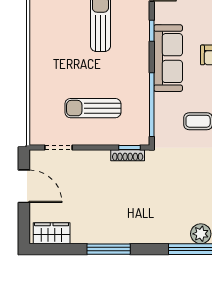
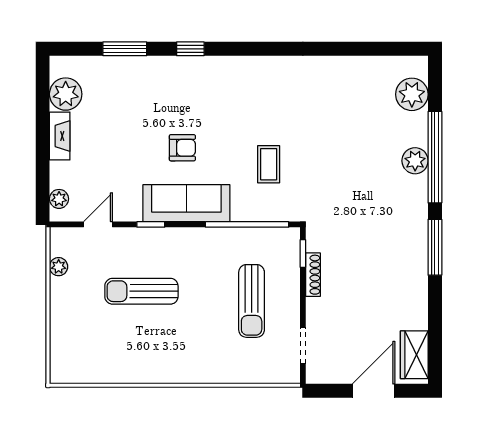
shoe rack: (128, 155) -> (313, 275), moved
door: (24, 186) -> (374, 391), moved
window: (109, 249) -> (435, 247), moved

